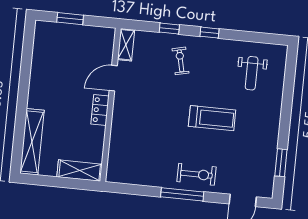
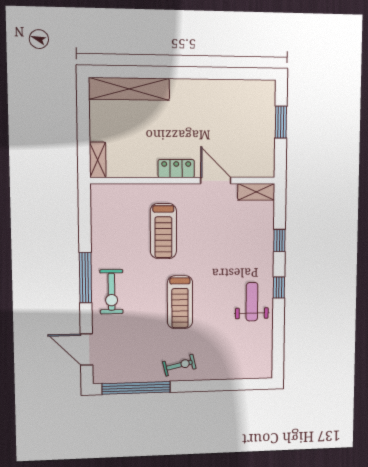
exercise bike: (180, 61) -> (179, 365), moved
weight bench: (252, 73) -> (252, 302), moved, turned 90
treadmill: (151, 126) -> (163, 231), added
window: (281, 163) -> (136, 388), width x2.11
shelving: (80, 171) -> (98, 160), width x0.67, depth x0.75

